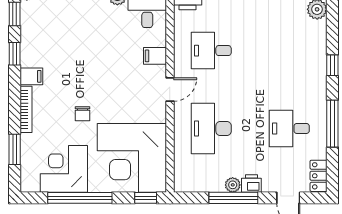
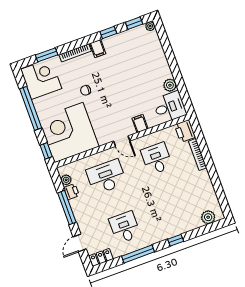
corner desk: (64, 169) -> (41, 79), moved
printer: (251, 184) -> (71, 192), moved
plant: (233, 185) -> (66, 180), moved

